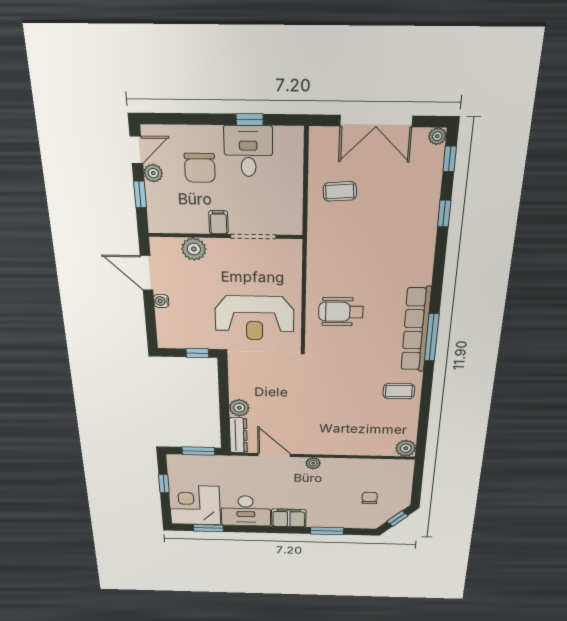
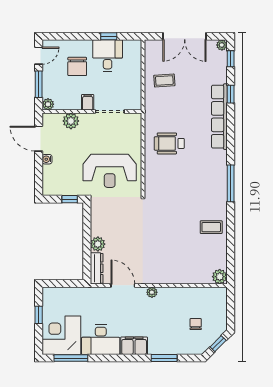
plant: (153, 173) -> (48, 104), moved
window: (140, 194) -> (39, 84), width x1.50
wheelchair: (341, 312) -> (169, 143), moved
row of seats: (416, 329) -> (219, 117), moved
window: (198, 451) -> (66, 283), removed
window: (208, 528) -> (71, 358), width x1.44

